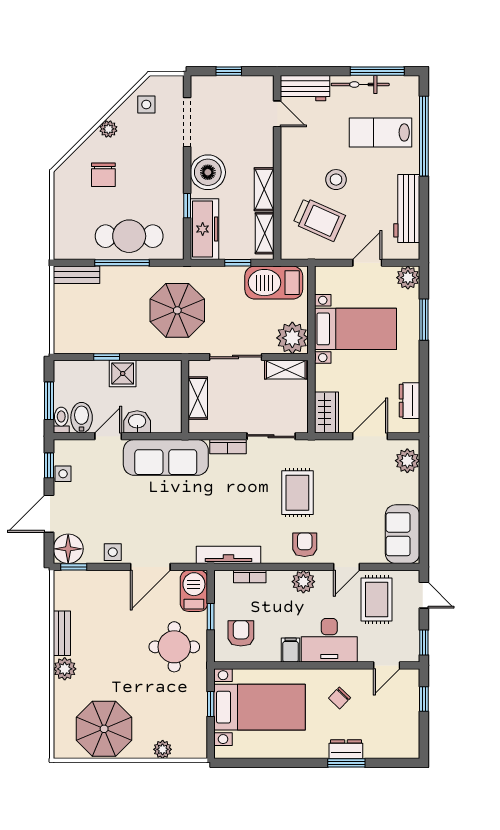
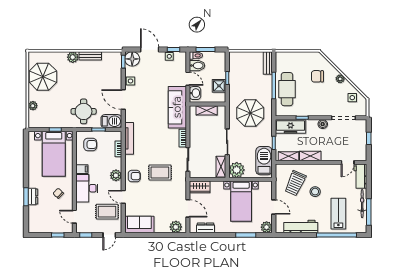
boiler: (208, 172) -> (323, 124), width x0.54, depth x0.54
wall: (185, 397) -> (208, 104), moved
shelving: (198, 398) -> (207, 110), moved

